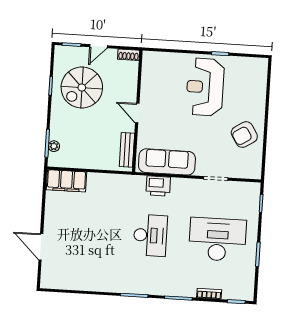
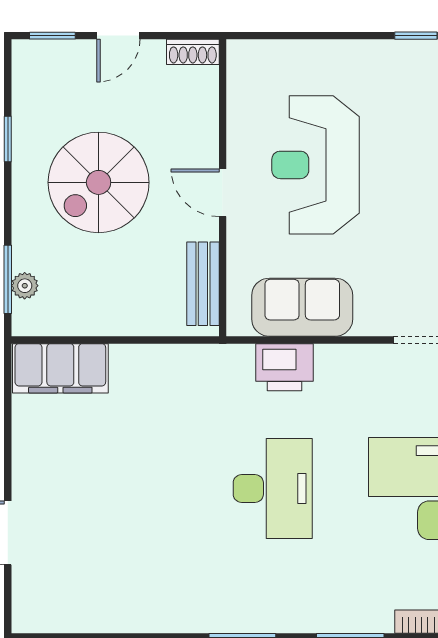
reception desk: (205, 87) -> (316, 165), moved
spiral stairs: (82, 88) -> (99, 182), moved
sofa: (167, 162) -> (302, 307), width x0.73

